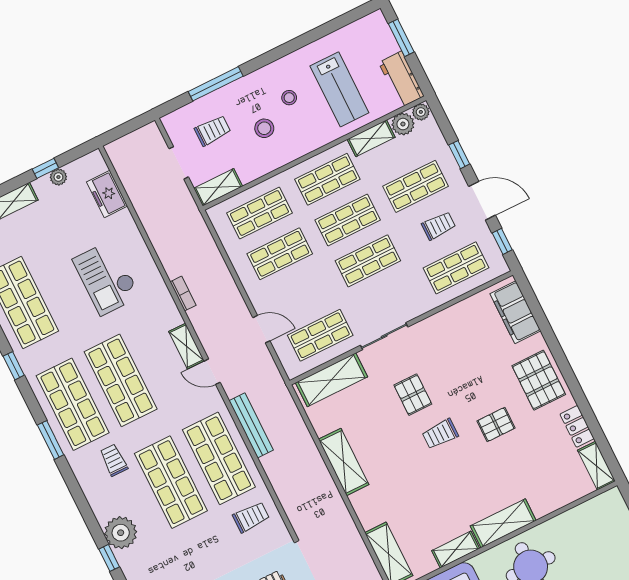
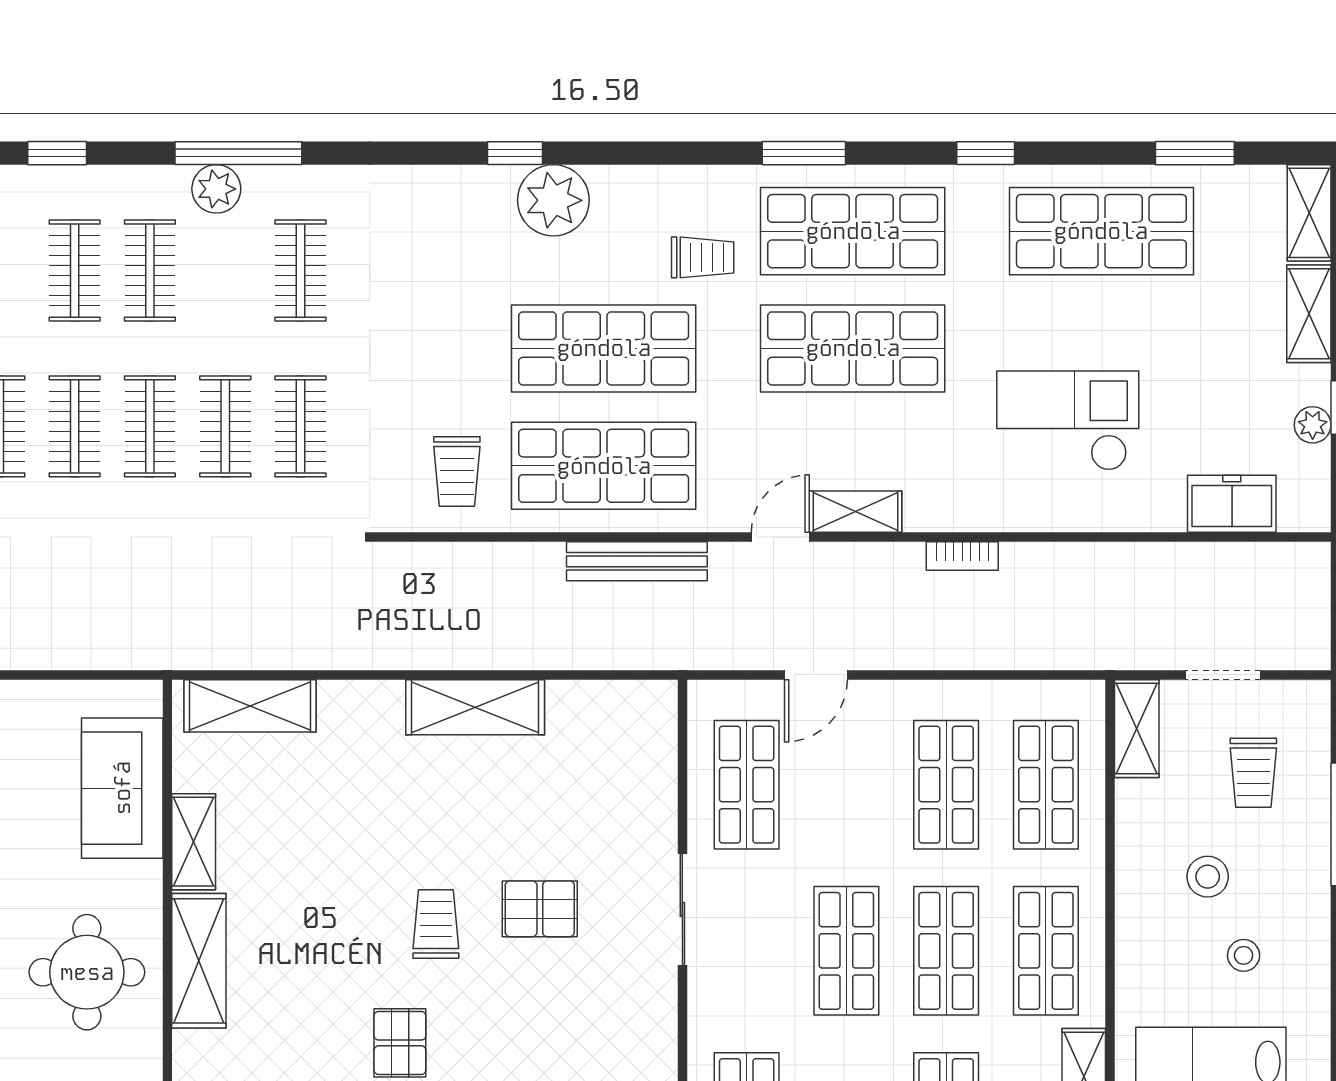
shelving: (331, 380) -> (648, 763), removed

